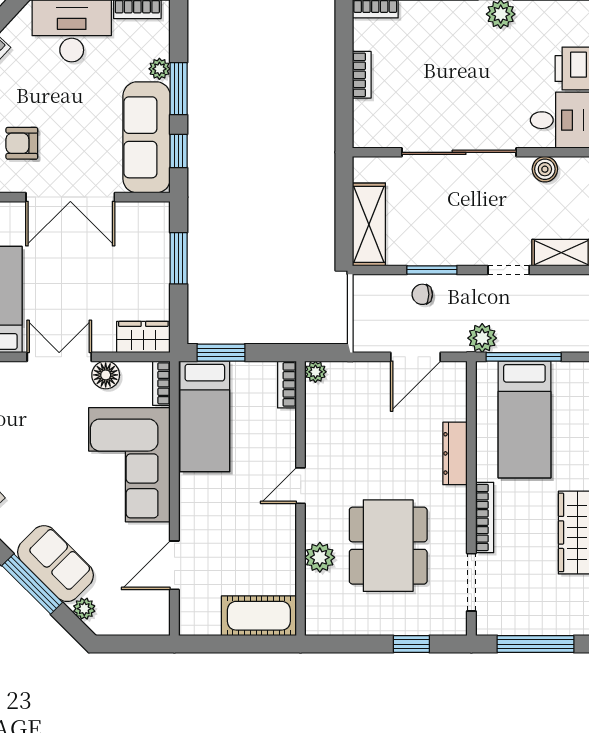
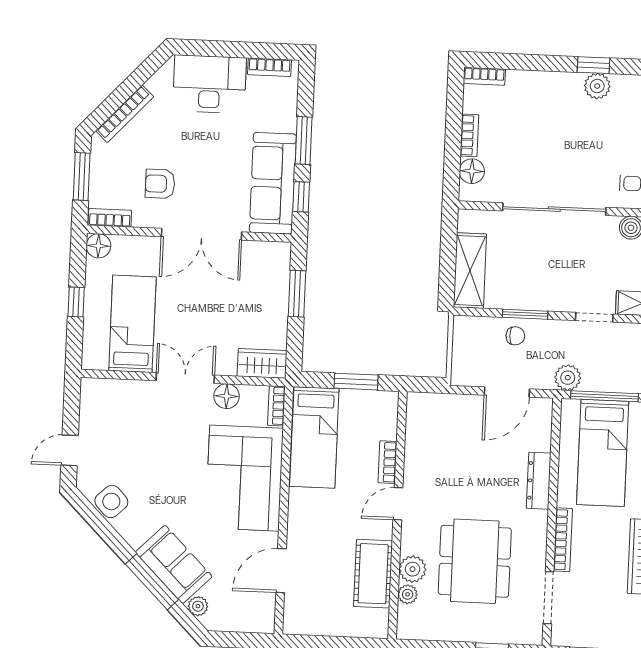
plant: (159, 69) -> (287, 122), removed
floor lamp: (366, 114) -> (472, 171), added
chair: (422, 294) -> (515, 336), turned 180
window: (221, 353) -> (356, 382), moved
plant: (315, 372) -> (408, 594), moved
bookcase: (287, 384) -> (388, 462), moved
cot: (259, 616) -> (373, 574), moved, turned 90

